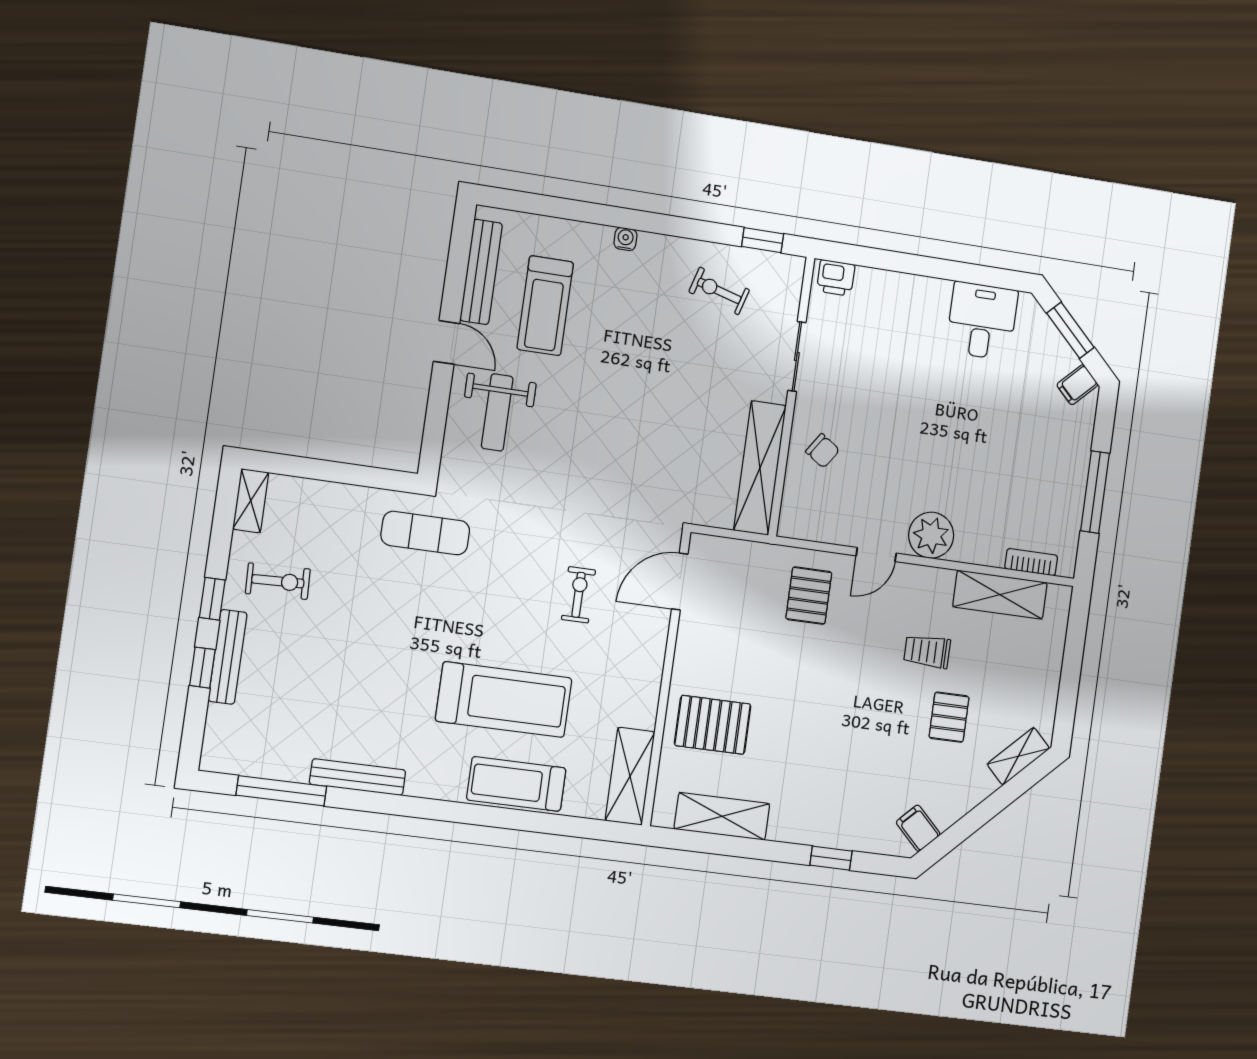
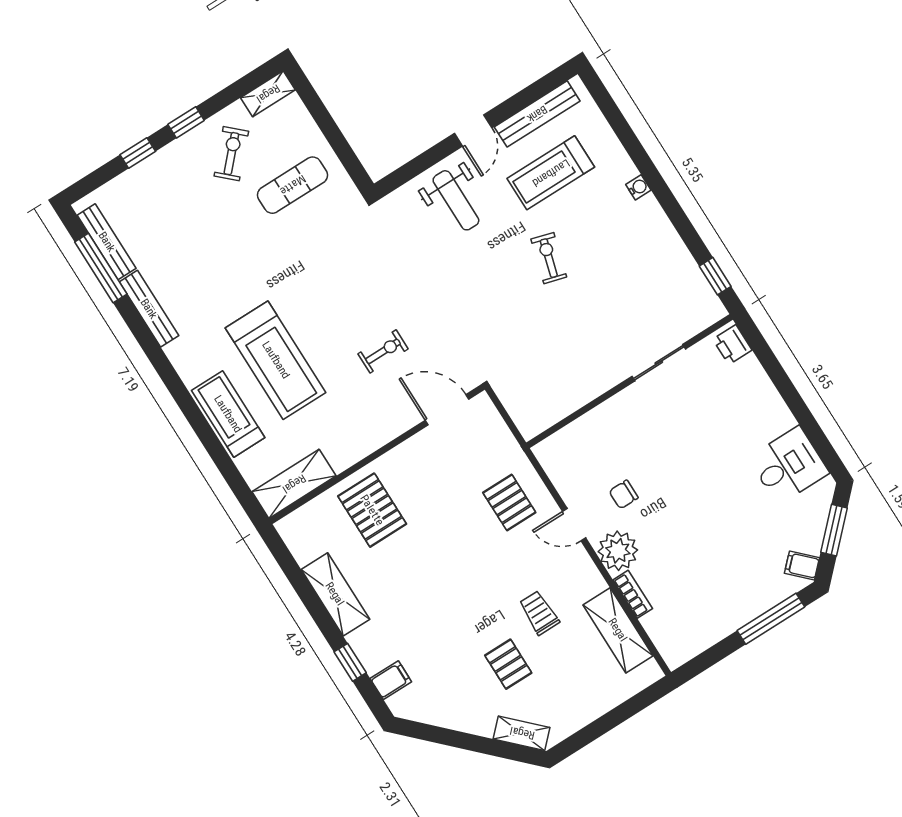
exercise bike: (719, 291) -> (549, 258), moved
weight bench: (497, 412) -> (456, 200), turned -90
chair: (823, 451) -> (624, 494), moved, turned 56
shelving: (760, 468) -> (565, 400), removed
window: (1095, 492) -> (771, 619), moved
exercise mat: (425, 533) -> (293, 185), moved, turned 90
bookcase: (1031, 562) -> (633, 594), moved
exercise bike: (278, 581) -> (231, 154), turned -135
pallet: (809, 596) -> (509, 503), turned 90
bench: (228, 657) -> (107, 242), moved, turned 90
pallet: (949, 717) -> (508, 664), turned 90
shelving: (722, 816) -> (335, 594), moved
filing cabinet: (918, 828) -> (391, 680), moved, turned 45

